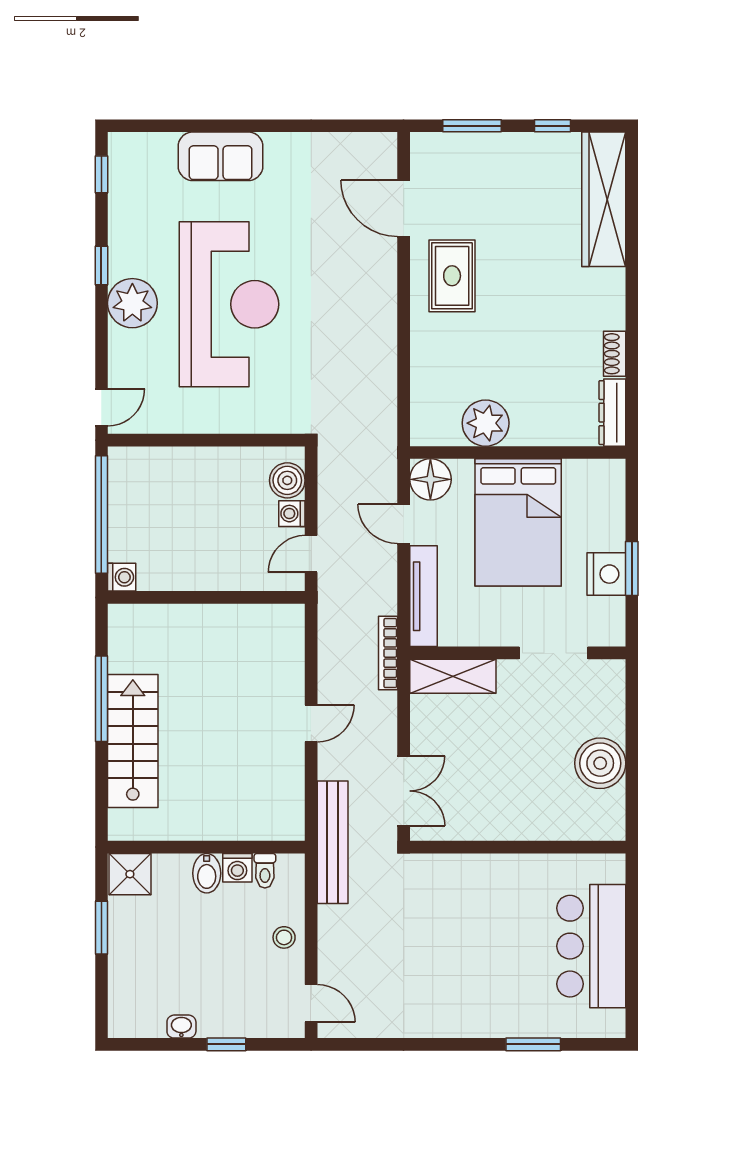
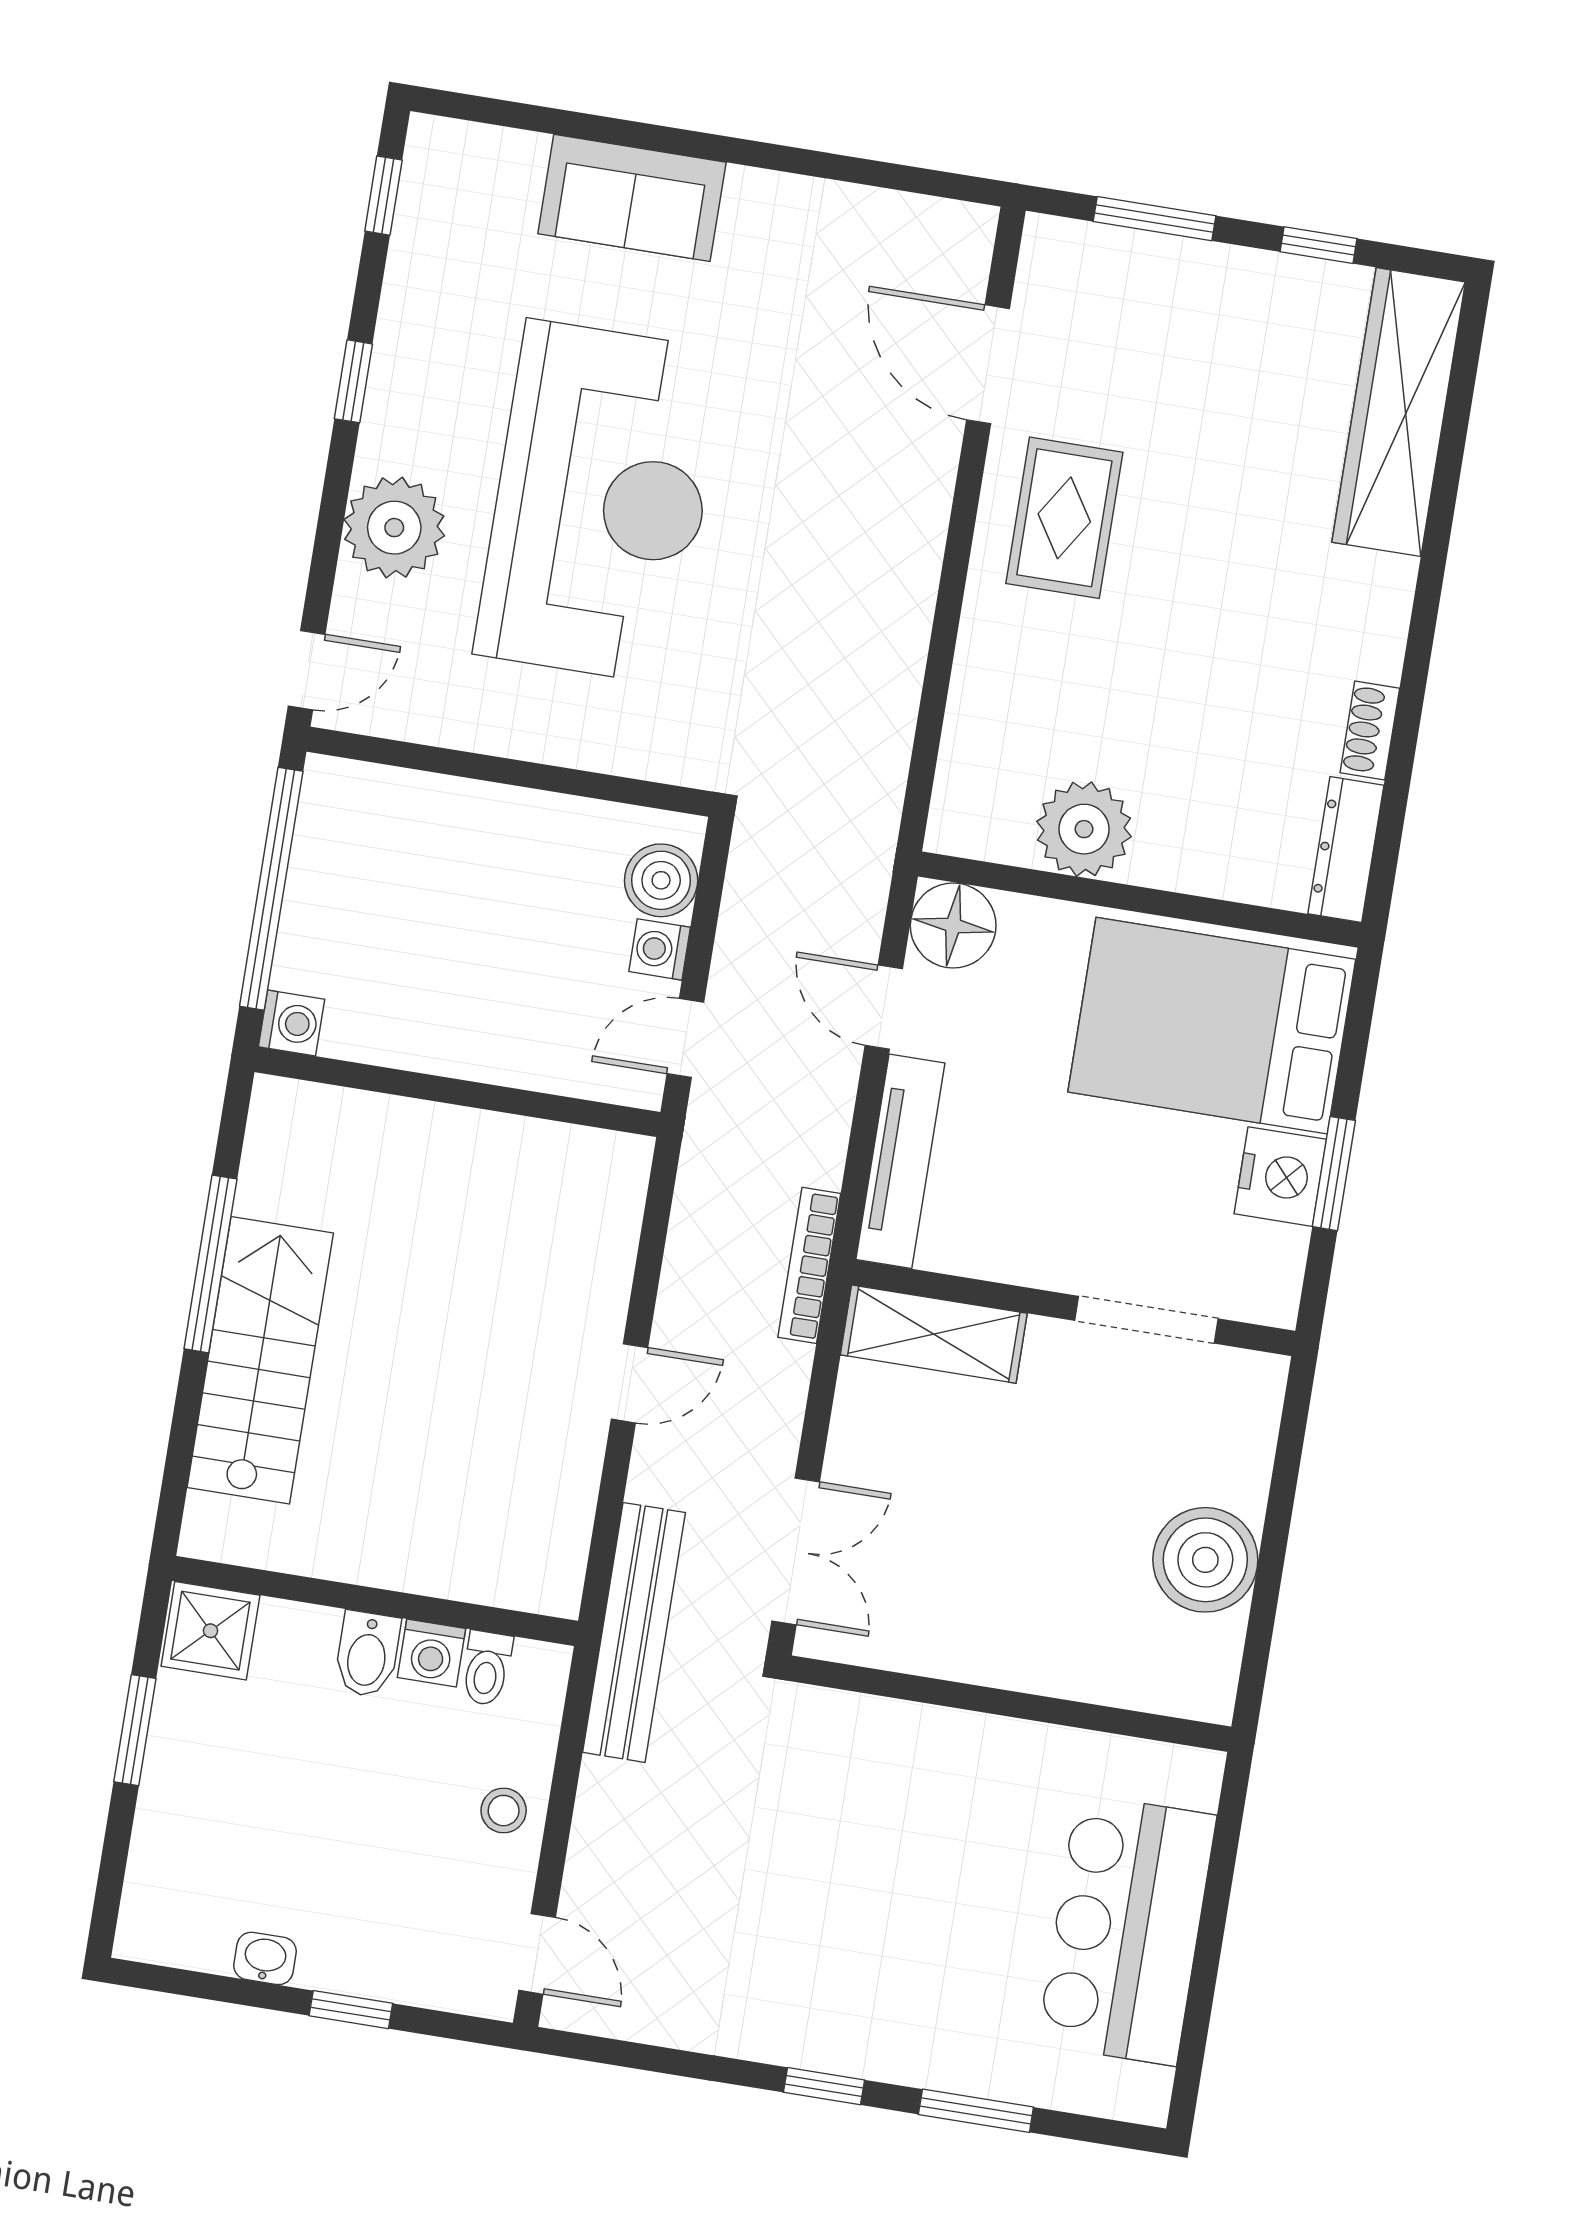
plant: (132, 303) -> (394, 528), moved
bed: (518, 522) -> (1212, 1026), moved, turned 90
window: (459, 1044) -> (824, 2086), added

